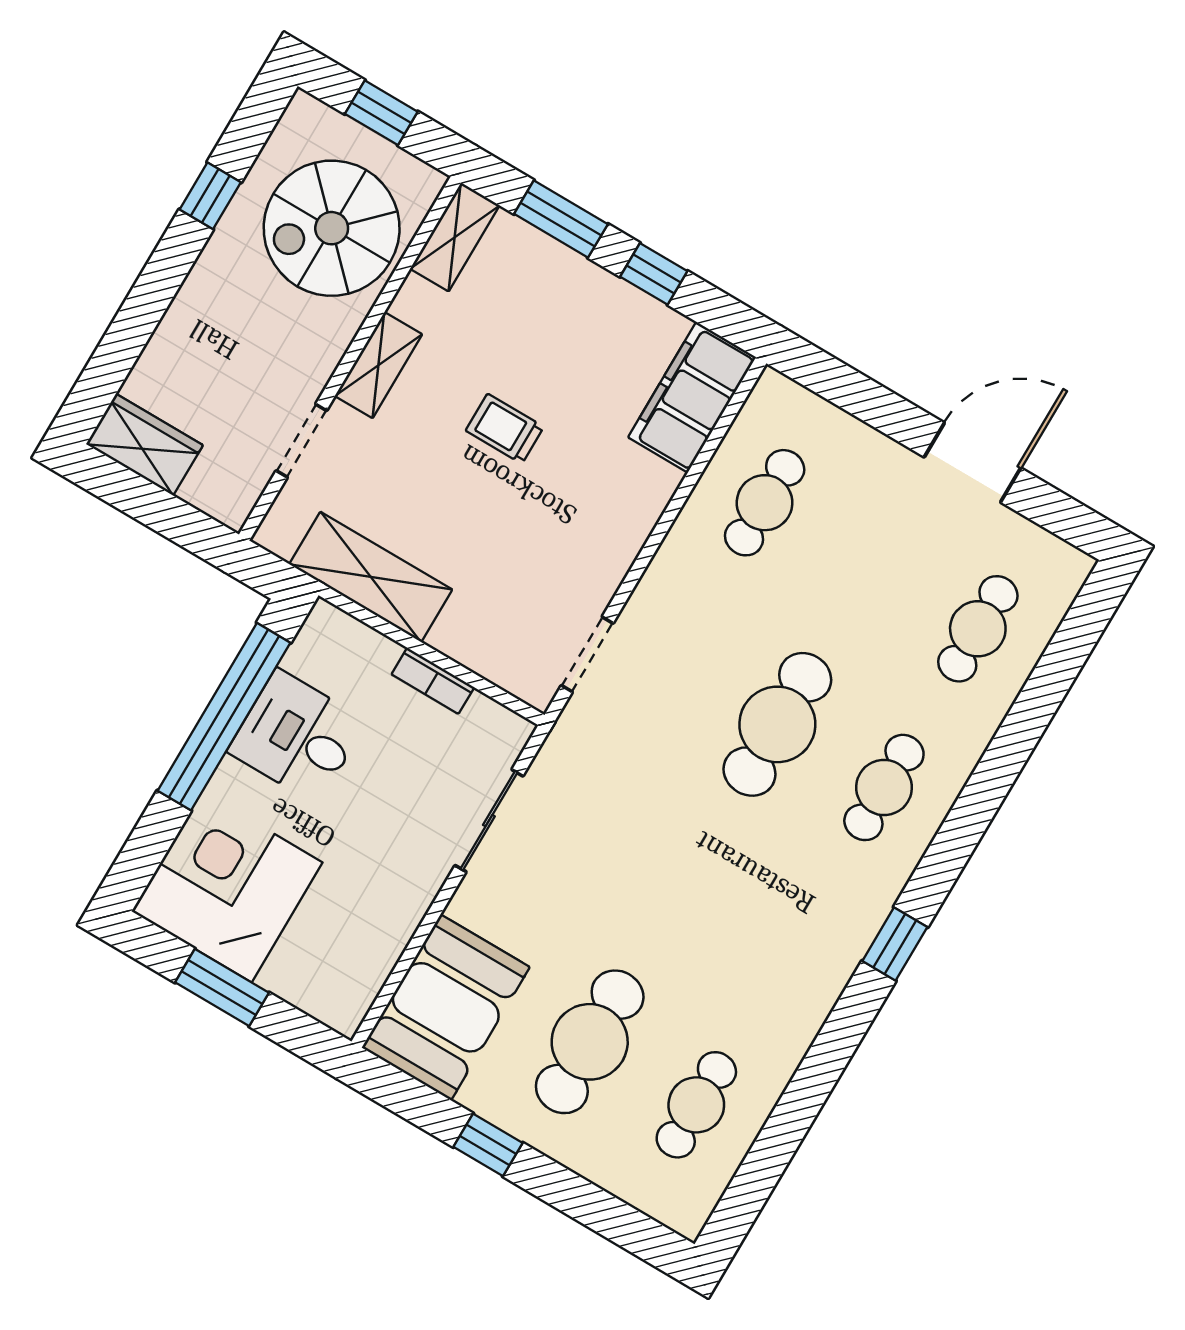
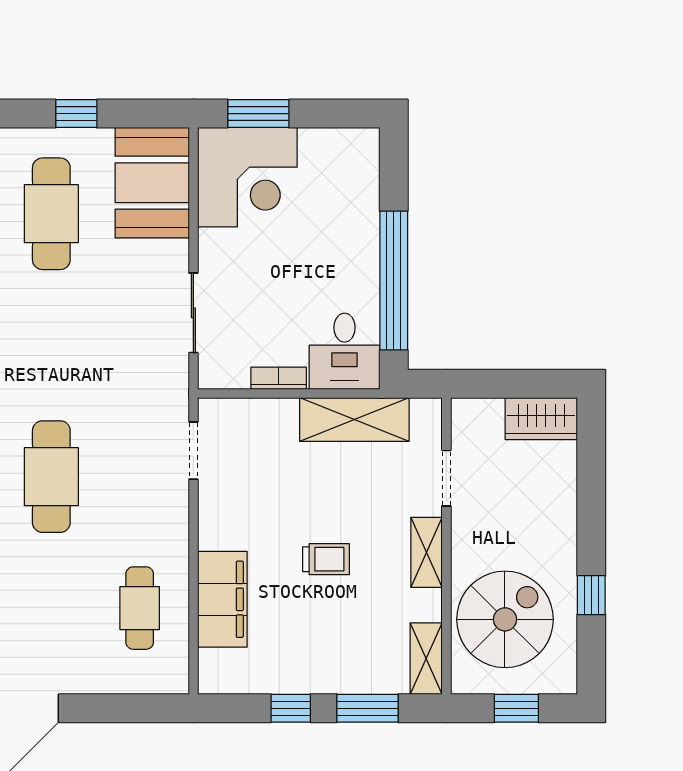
filing cabinet: (692, 397) -> (222, 599), moved
desk: (297, 736) -> (345, 351), moved, turned 90
corner desk: (227, 887) -> (247, 177), moved
window: (222, 988) -> (258, 114), moved

